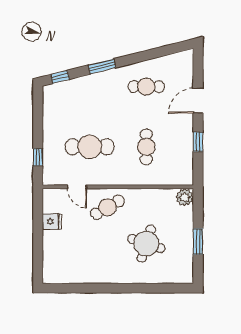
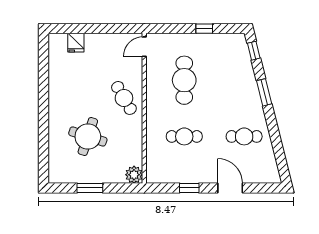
cafe table: (146, 87) -> (244, 136), turned 90
window: (38, 157) -> (204, 29), moved
door: (77, 187) -> (144, 47), moved
fridge: (52, 222) -> (76, 43), moved

